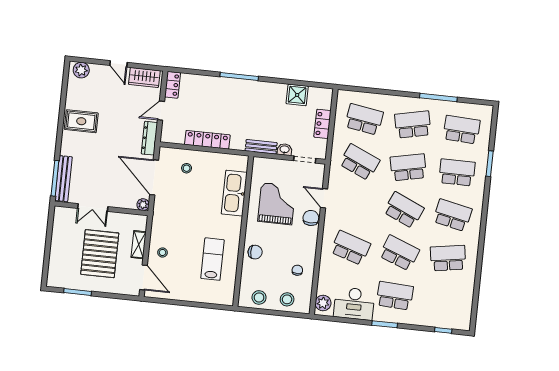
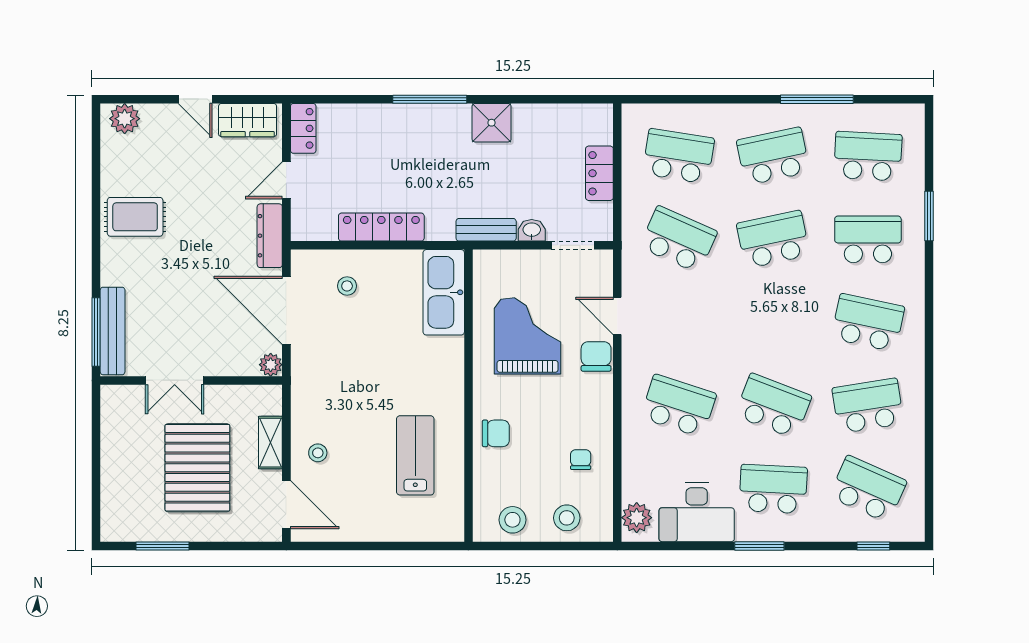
shower: (297, 95) -> (492, 123), moved
kitchen sink: (234, 193) -> (444, 292), moved
school desk: (404, 210) -> (868, 489), moved

